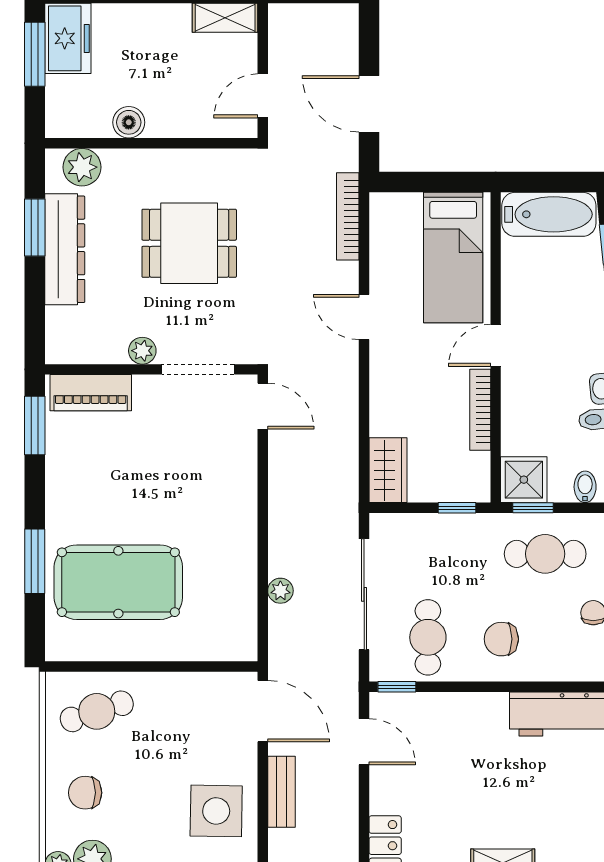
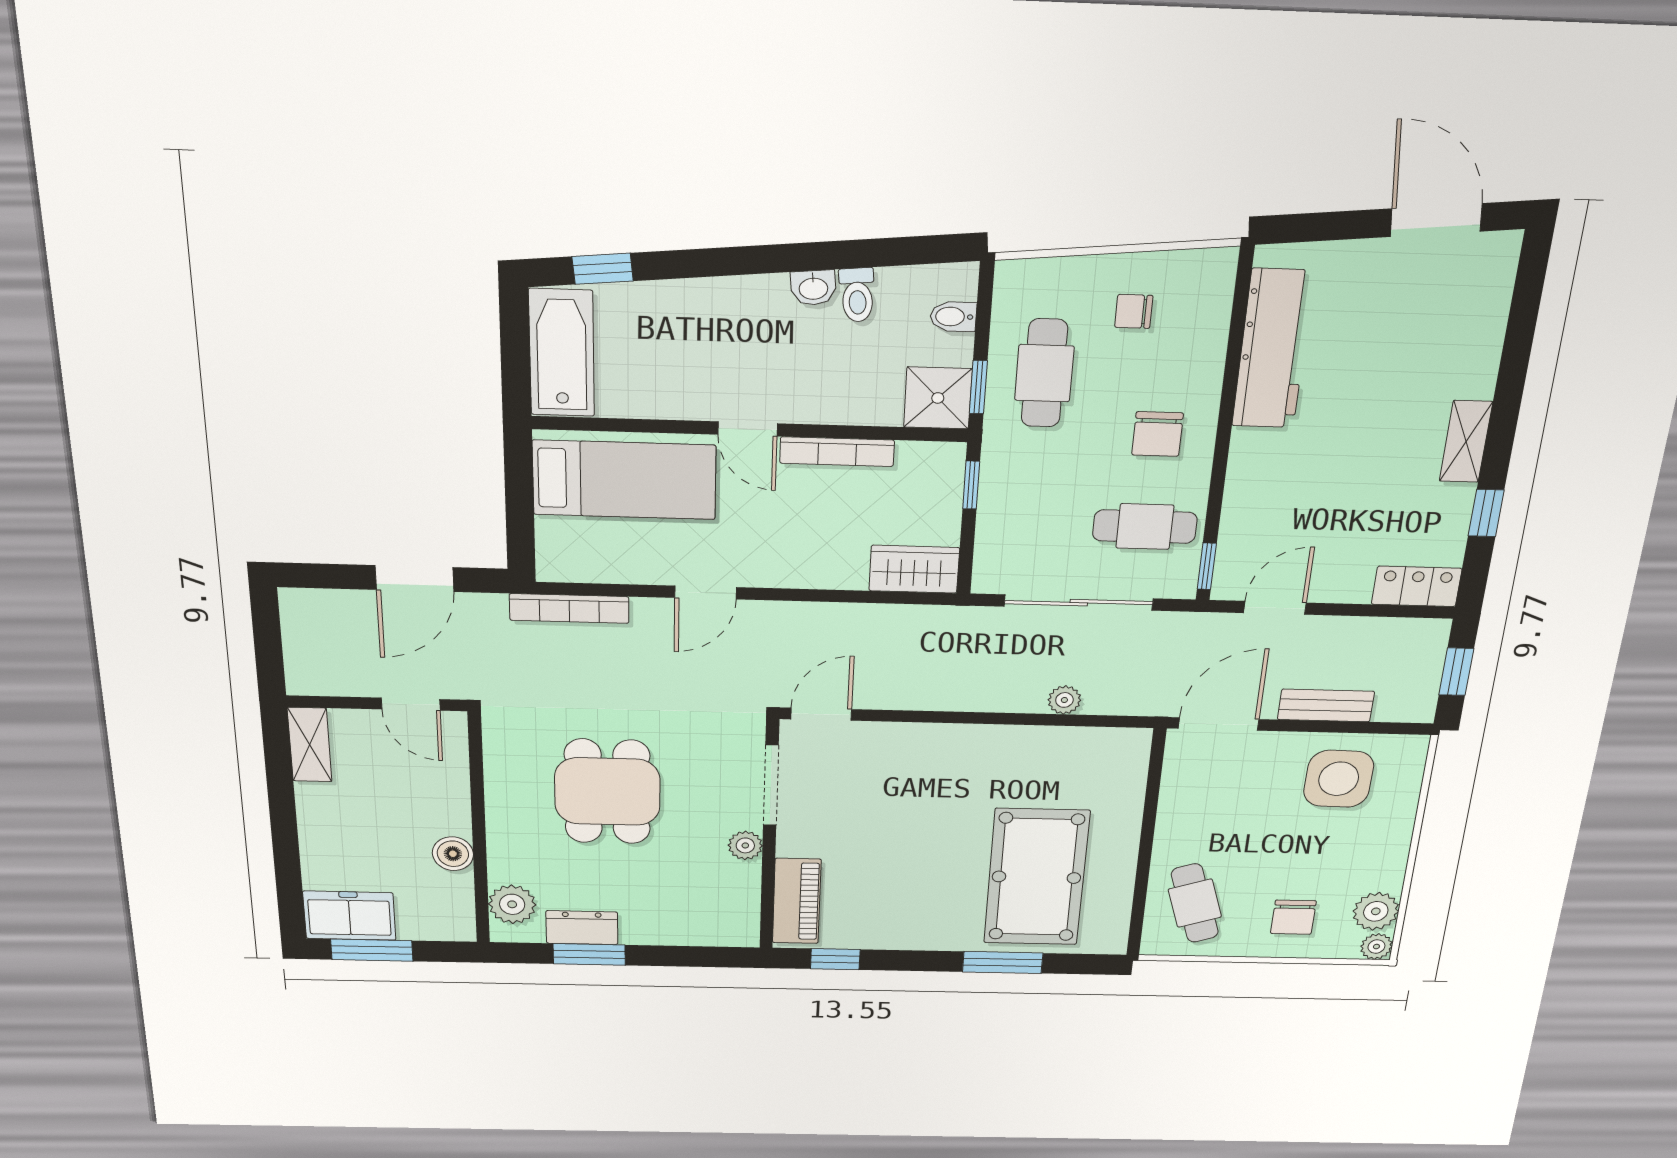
dresser: (65, 249) -> (582, 928), width x0.51, depth x0.80
window: (35, 425) -> (835, 959), width x0.67

